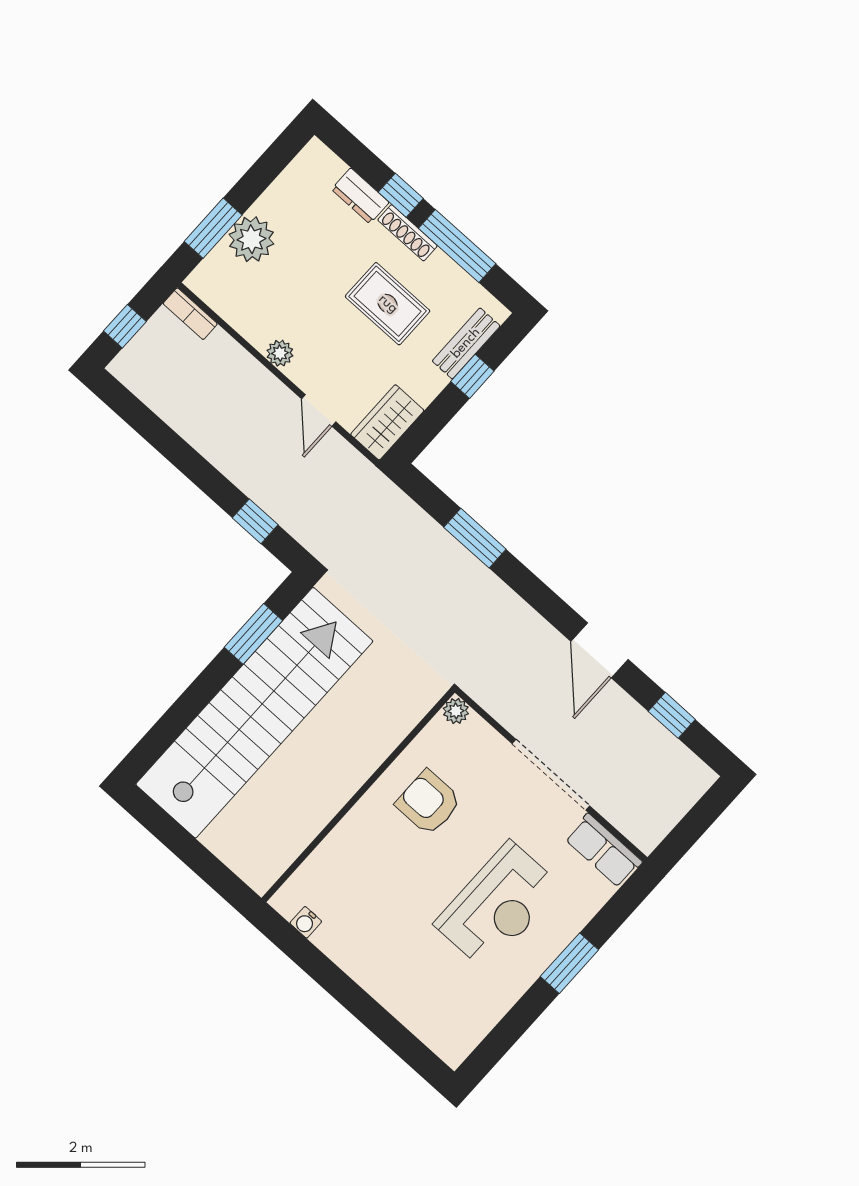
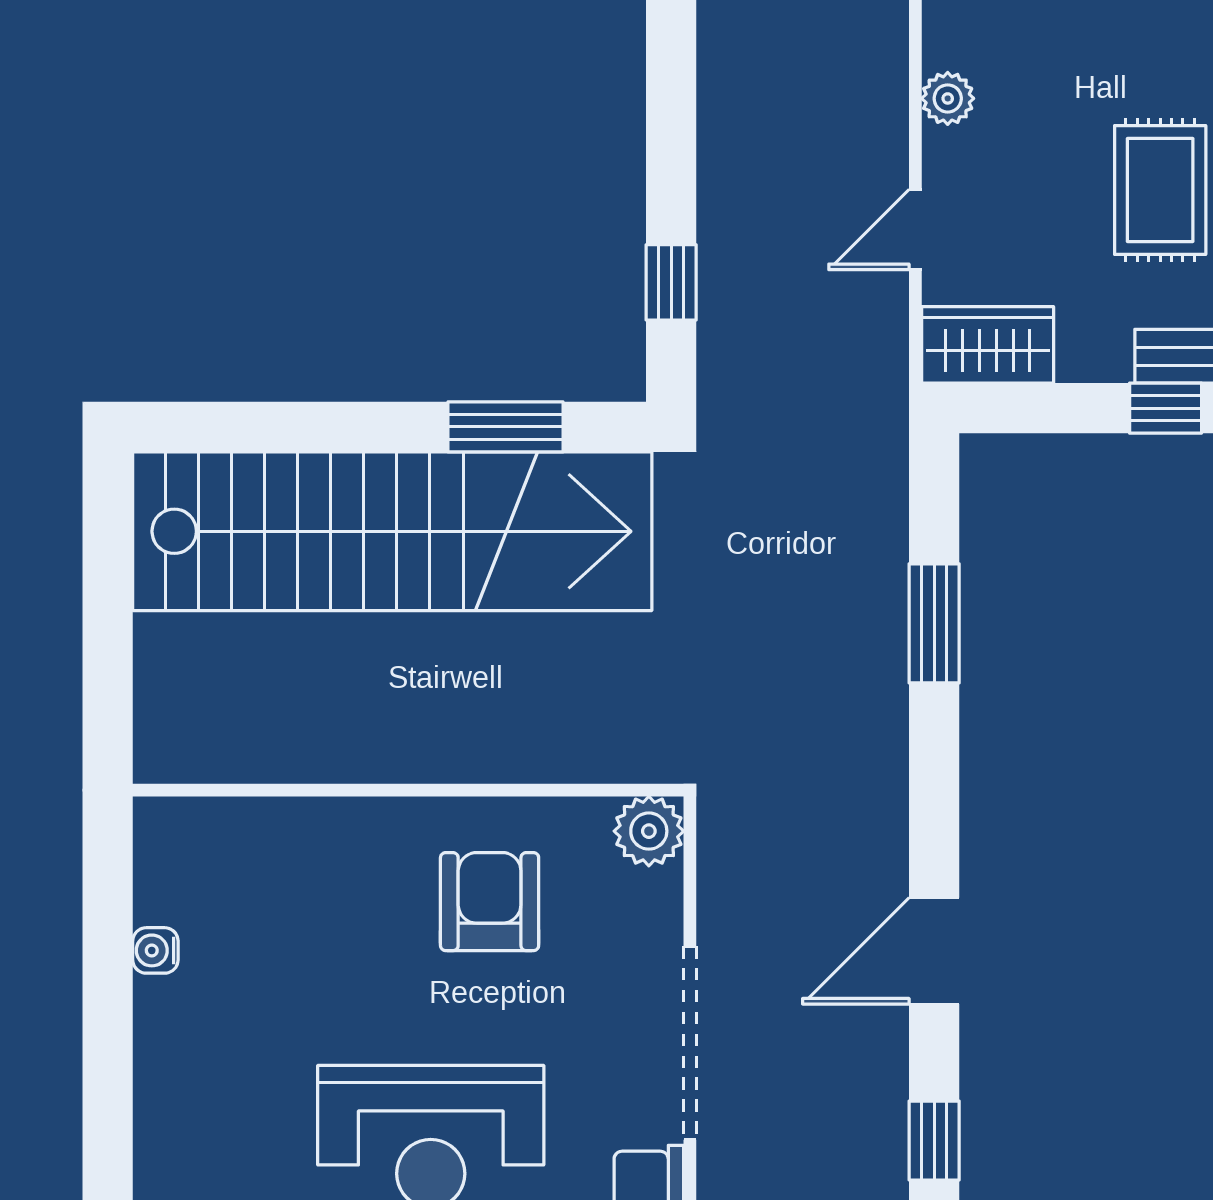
plant: (456, 711) -> (649, 831), width x1.38, depth x1.38
water cooler: (306, 922) -> (155, 950), moved

